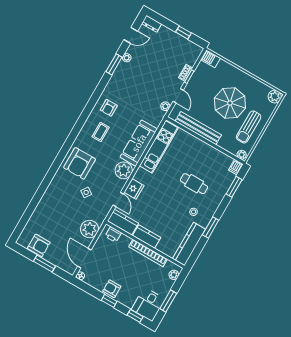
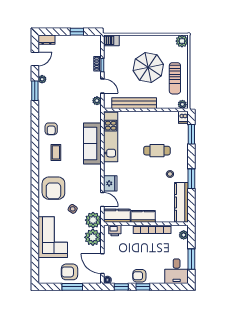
plant: (124, 170) -> (93, 220), moved
corner sofa: (53, 208) -> (53, 237), added
armchair: (39, 245) -> (69, 272), moved, turned 180
window: (135, 316) -> (121, 287), moved

